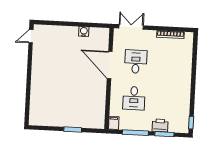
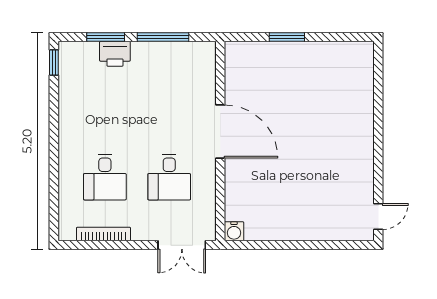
water cooler: (84, 32) -> (234, 231), moved
door: (110, 65) -> (220, 131), moved
desk: (134, 98) -> (105, 177), moved, turned 180
filing cabinet: (114, 123) -> (206, 54), removed

